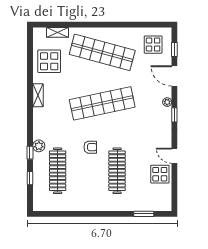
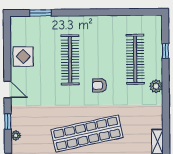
window: (30, 153) -> (166, 79), removed
door: (174, 156) -> (7, 90), moved

